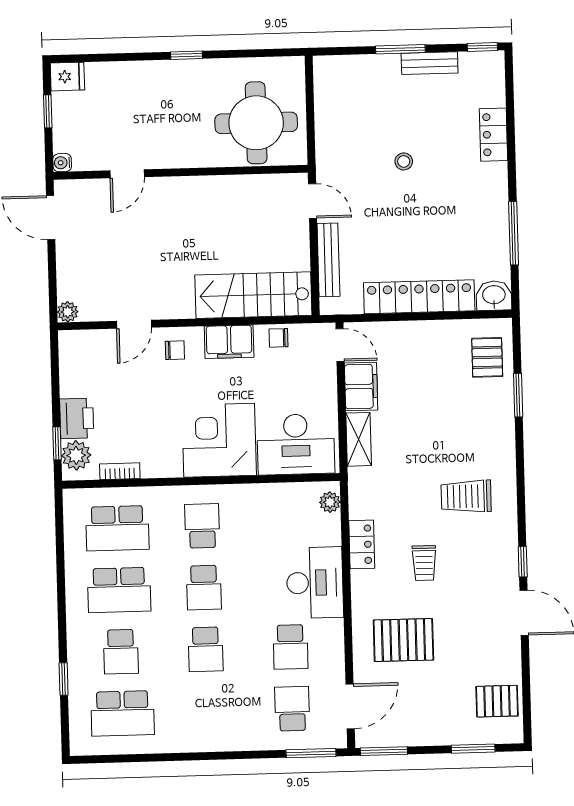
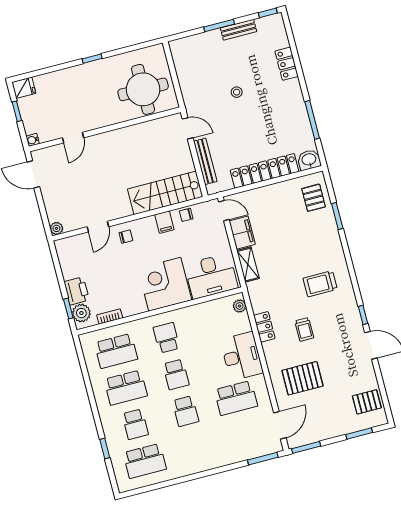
filing cabinet: (229, 342) -> (164, 222), width x0.50
school desk: (290, 647) -> (236, 398), width x1.85
school desk: (292, 709) -> (245, 435), removed

